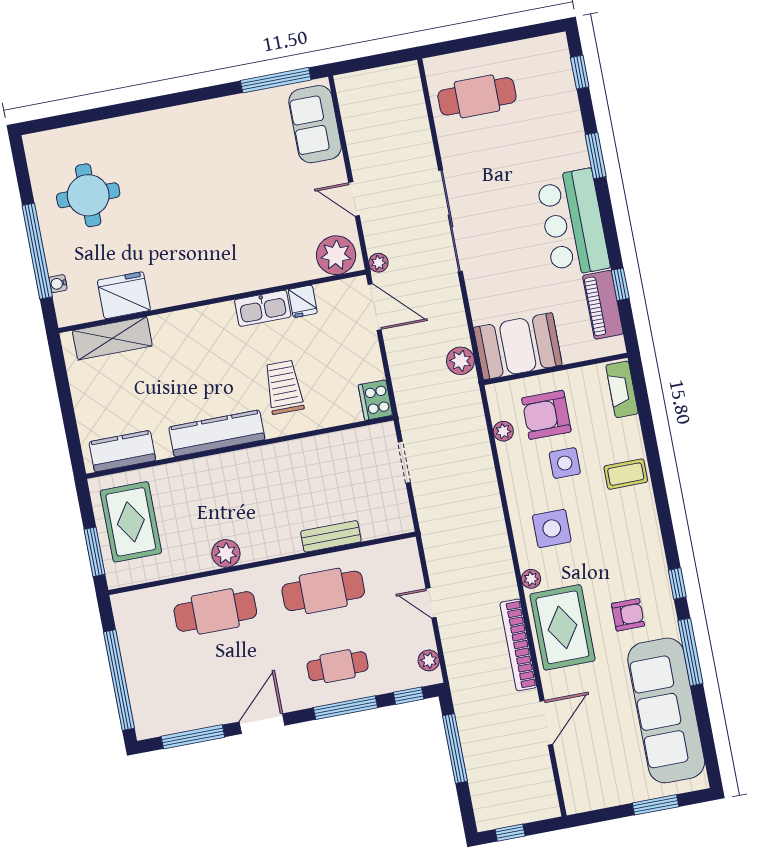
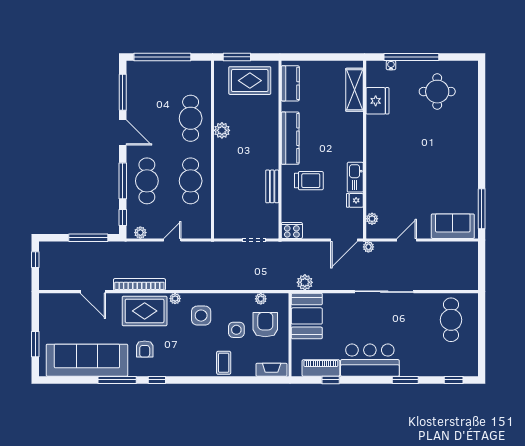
plant: (336, 255) -> (372, 219), width x0.53, depth x0.53
bench: (331, 536) -> (272, 186), moved
cafe table: (338, 666) -> (147, 181), width x1.37, depth x1.35

